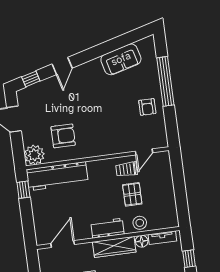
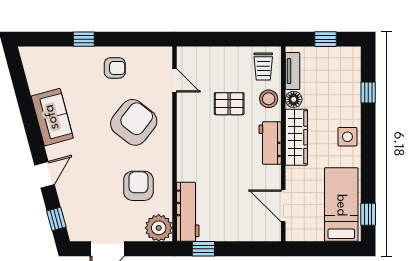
sofa: (121, 59) -> (52, 117), moved
door: (62, 66) -> (45, 175), hinge flipped
window: (165, 81) -> (84, 39), width x0.32
armchair: (109, 126) -> (134, 122), added
trolley: (127, 169) -> (263, 66), moved
workbench: (57, 176) -> (188, 212), width x0.73, depth x0.76

